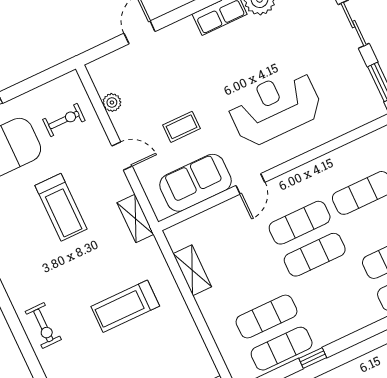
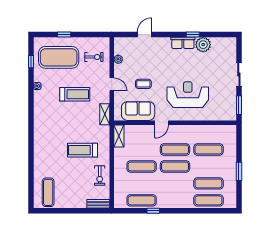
treadmill: (61, 207) -> (75, 94), turned -90
shelving: (192, 270) -> (119, 136), moved
exercise mat: (266, 317) -> (142, 166), moved
exercise bike: (43, 325) -> (100, 176), moved

